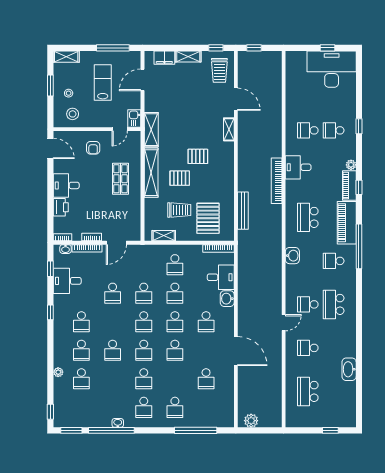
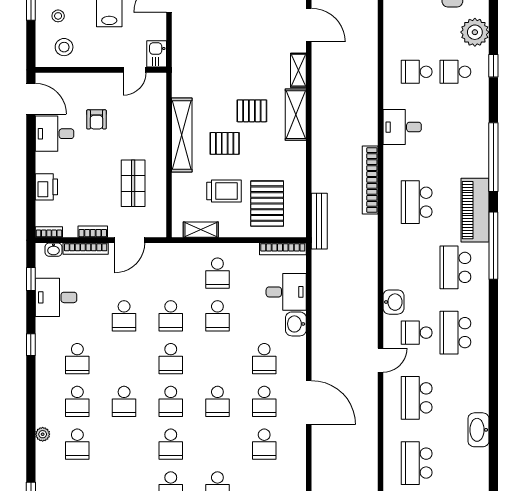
shelving: (151, 130) -> (296, 115), moved
armchair: (93, 148) -> (96, 119), moved
plant: (351, 165) -> (475, 32), moved, width x1.88, depth x1.88
shop shelf: (120, 179) -> (133, 183), moved
bookcase: (277, 181) -> (370, 180), moved
desk: (66, 185) -> (55, 134), moved
piano: (349, 186) -> (479, 155), removed
window: (359, 187) -> (493, 157), width x3.17
bench: (243, 211) -> (319, 221), moved
washbasin: (292, 256) -> (394, 302), moved
school desk: (334, 261) -> (455, 267), width x1.85
school desk: (175, 322) -> (264, 401), moved
school desk: (308, 348) -> (417, 398), width x1.85

